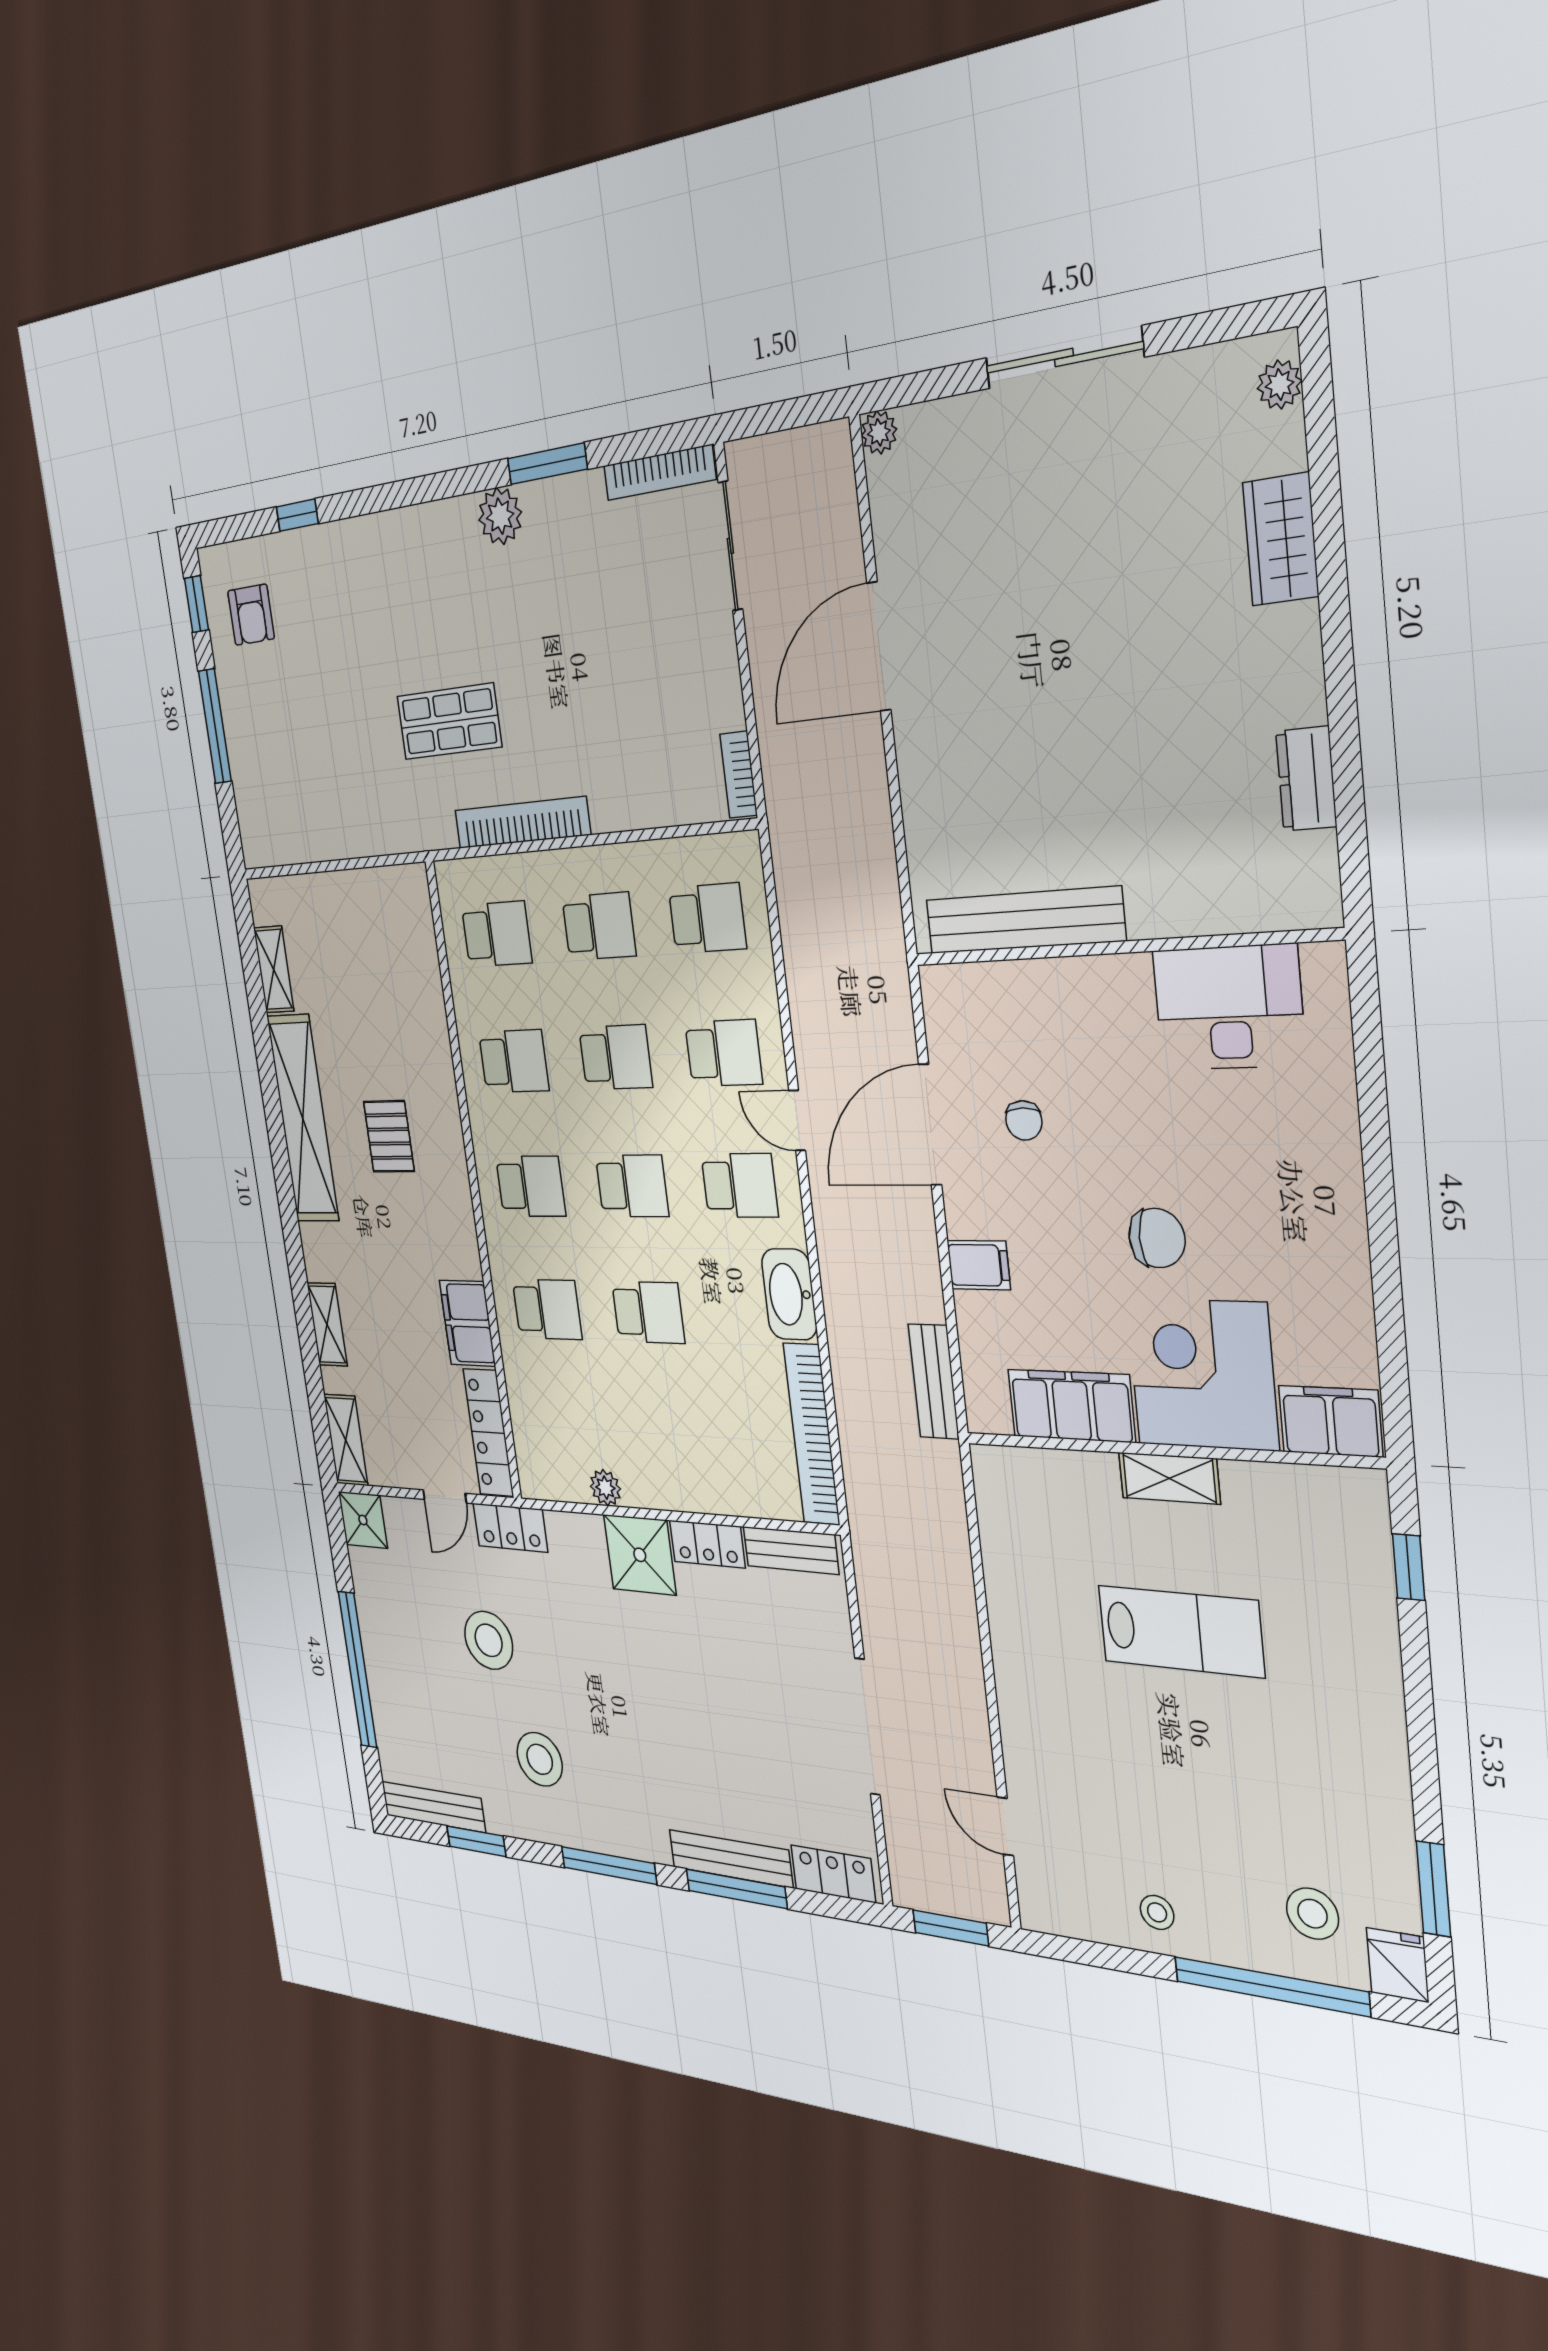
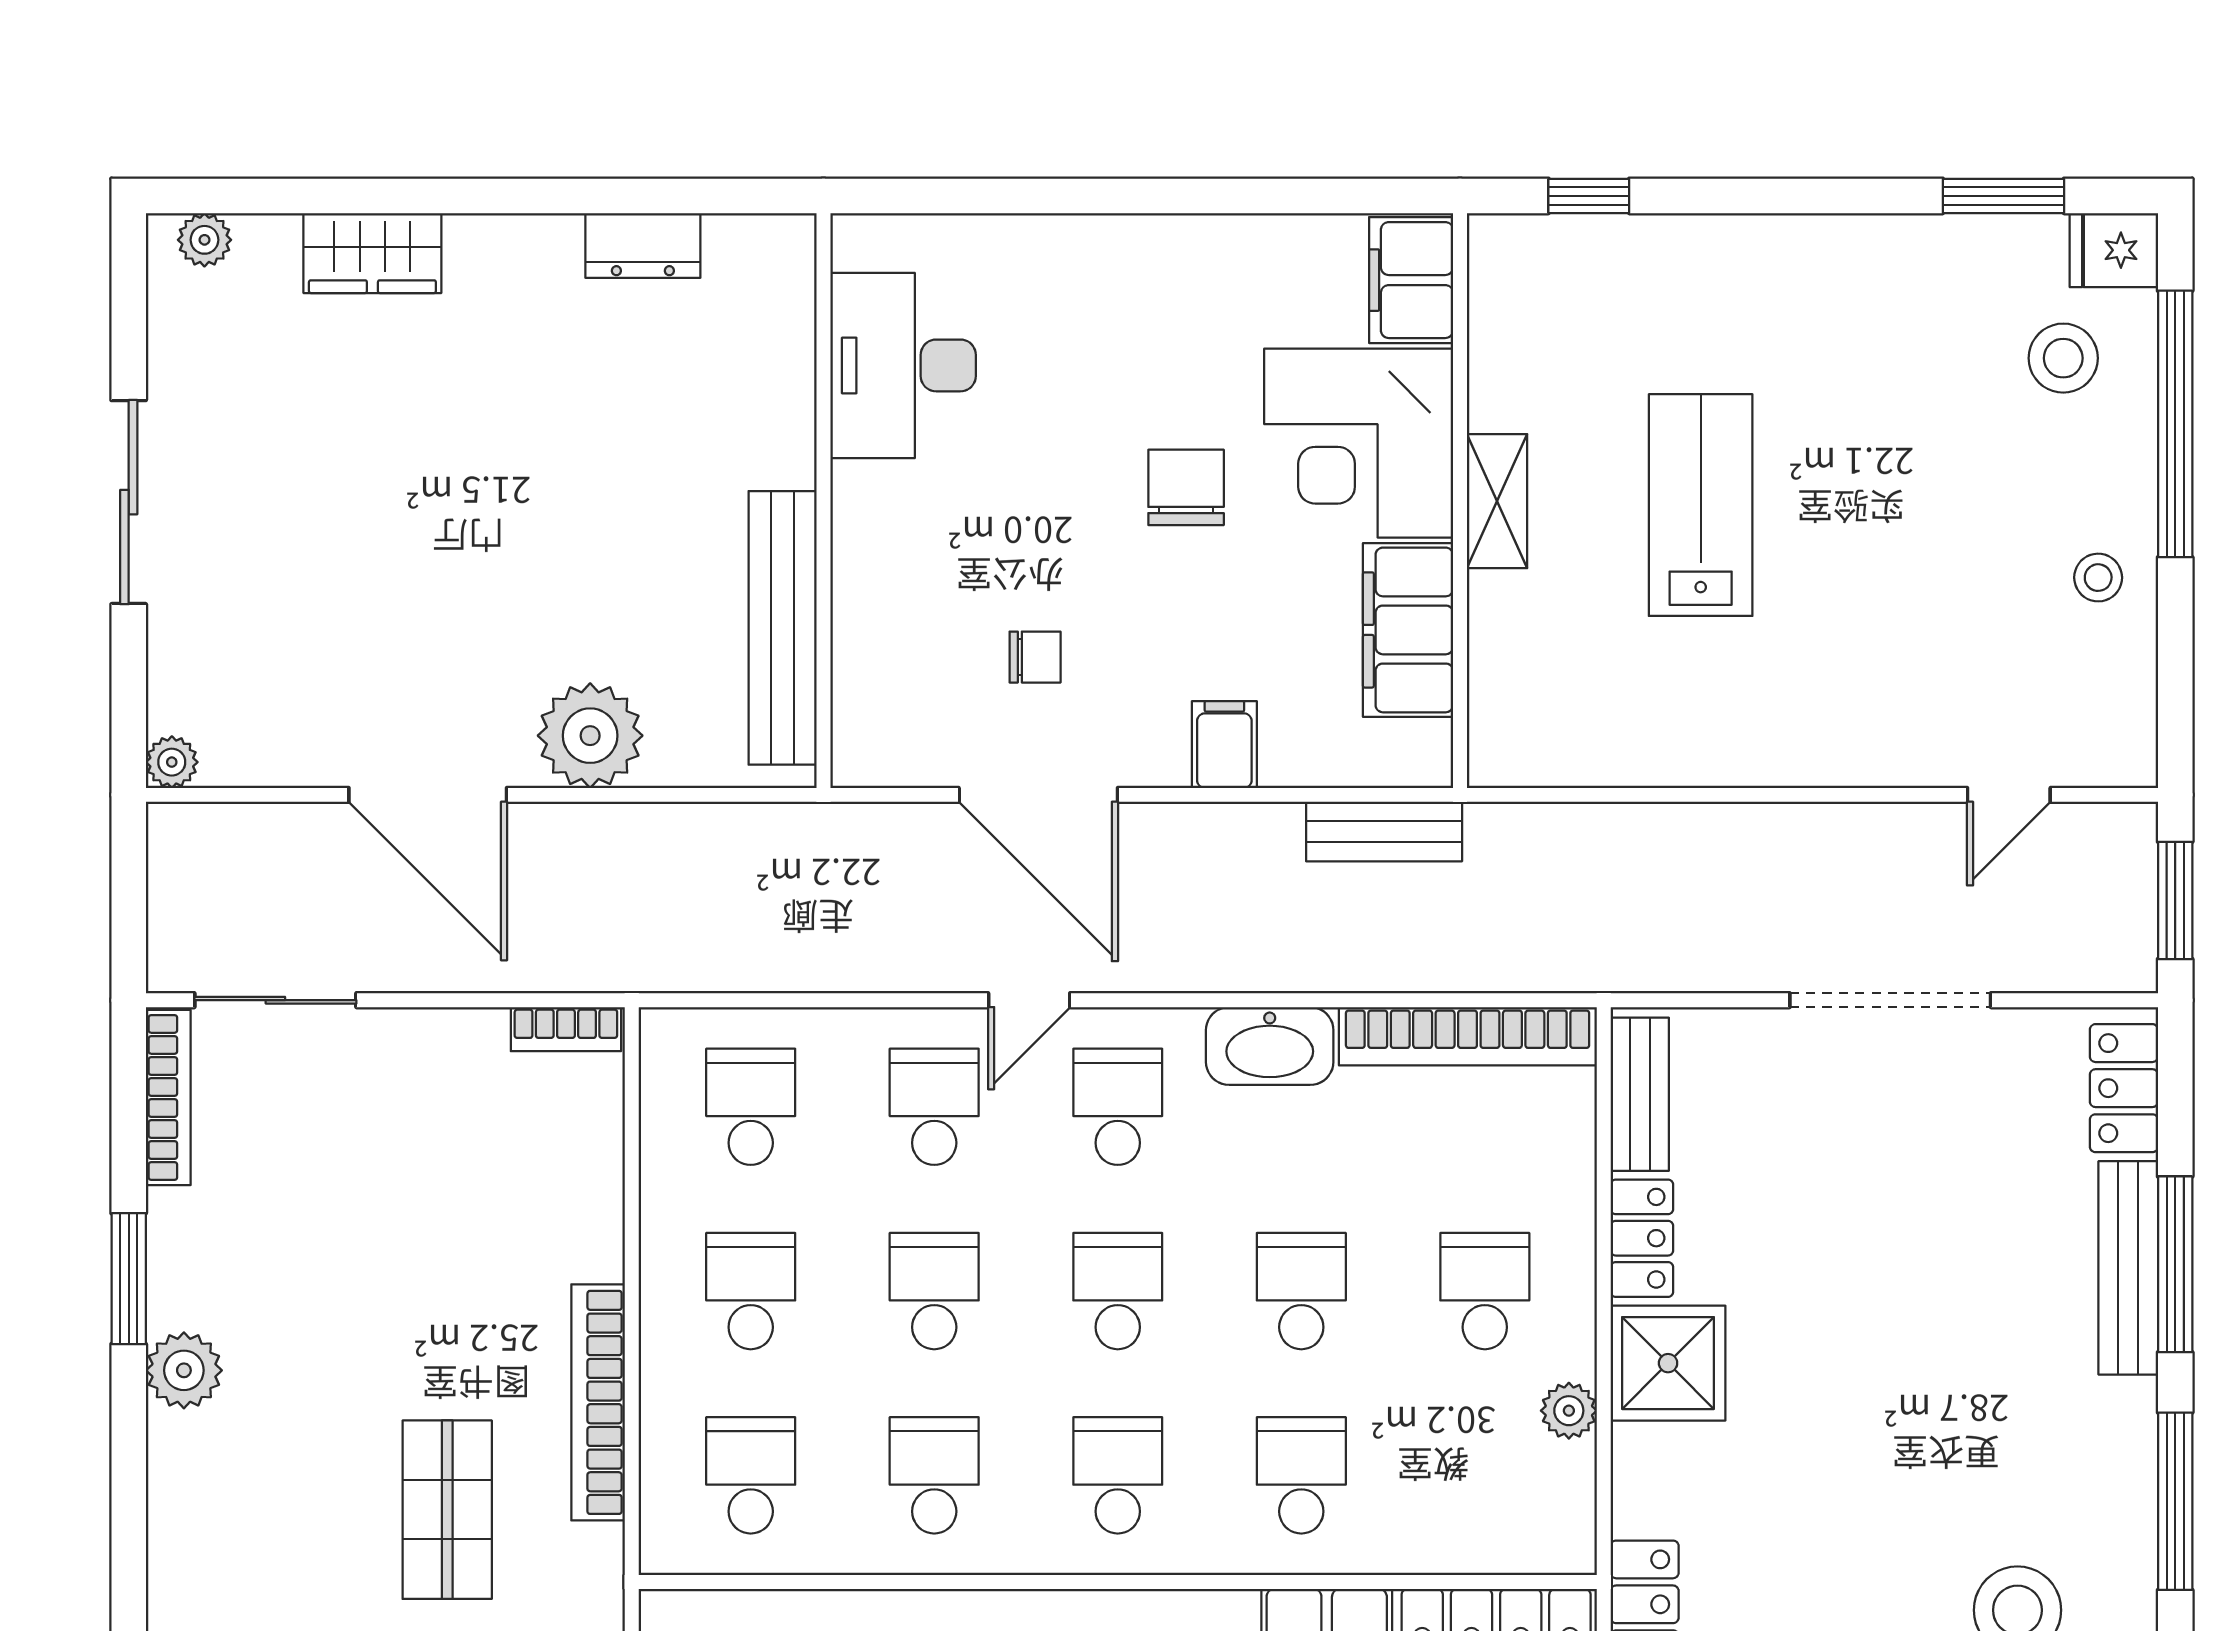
plant: (933, 772) -> (590, 736), added
school desk: (664, 1437) -> (1485, 1291), added

